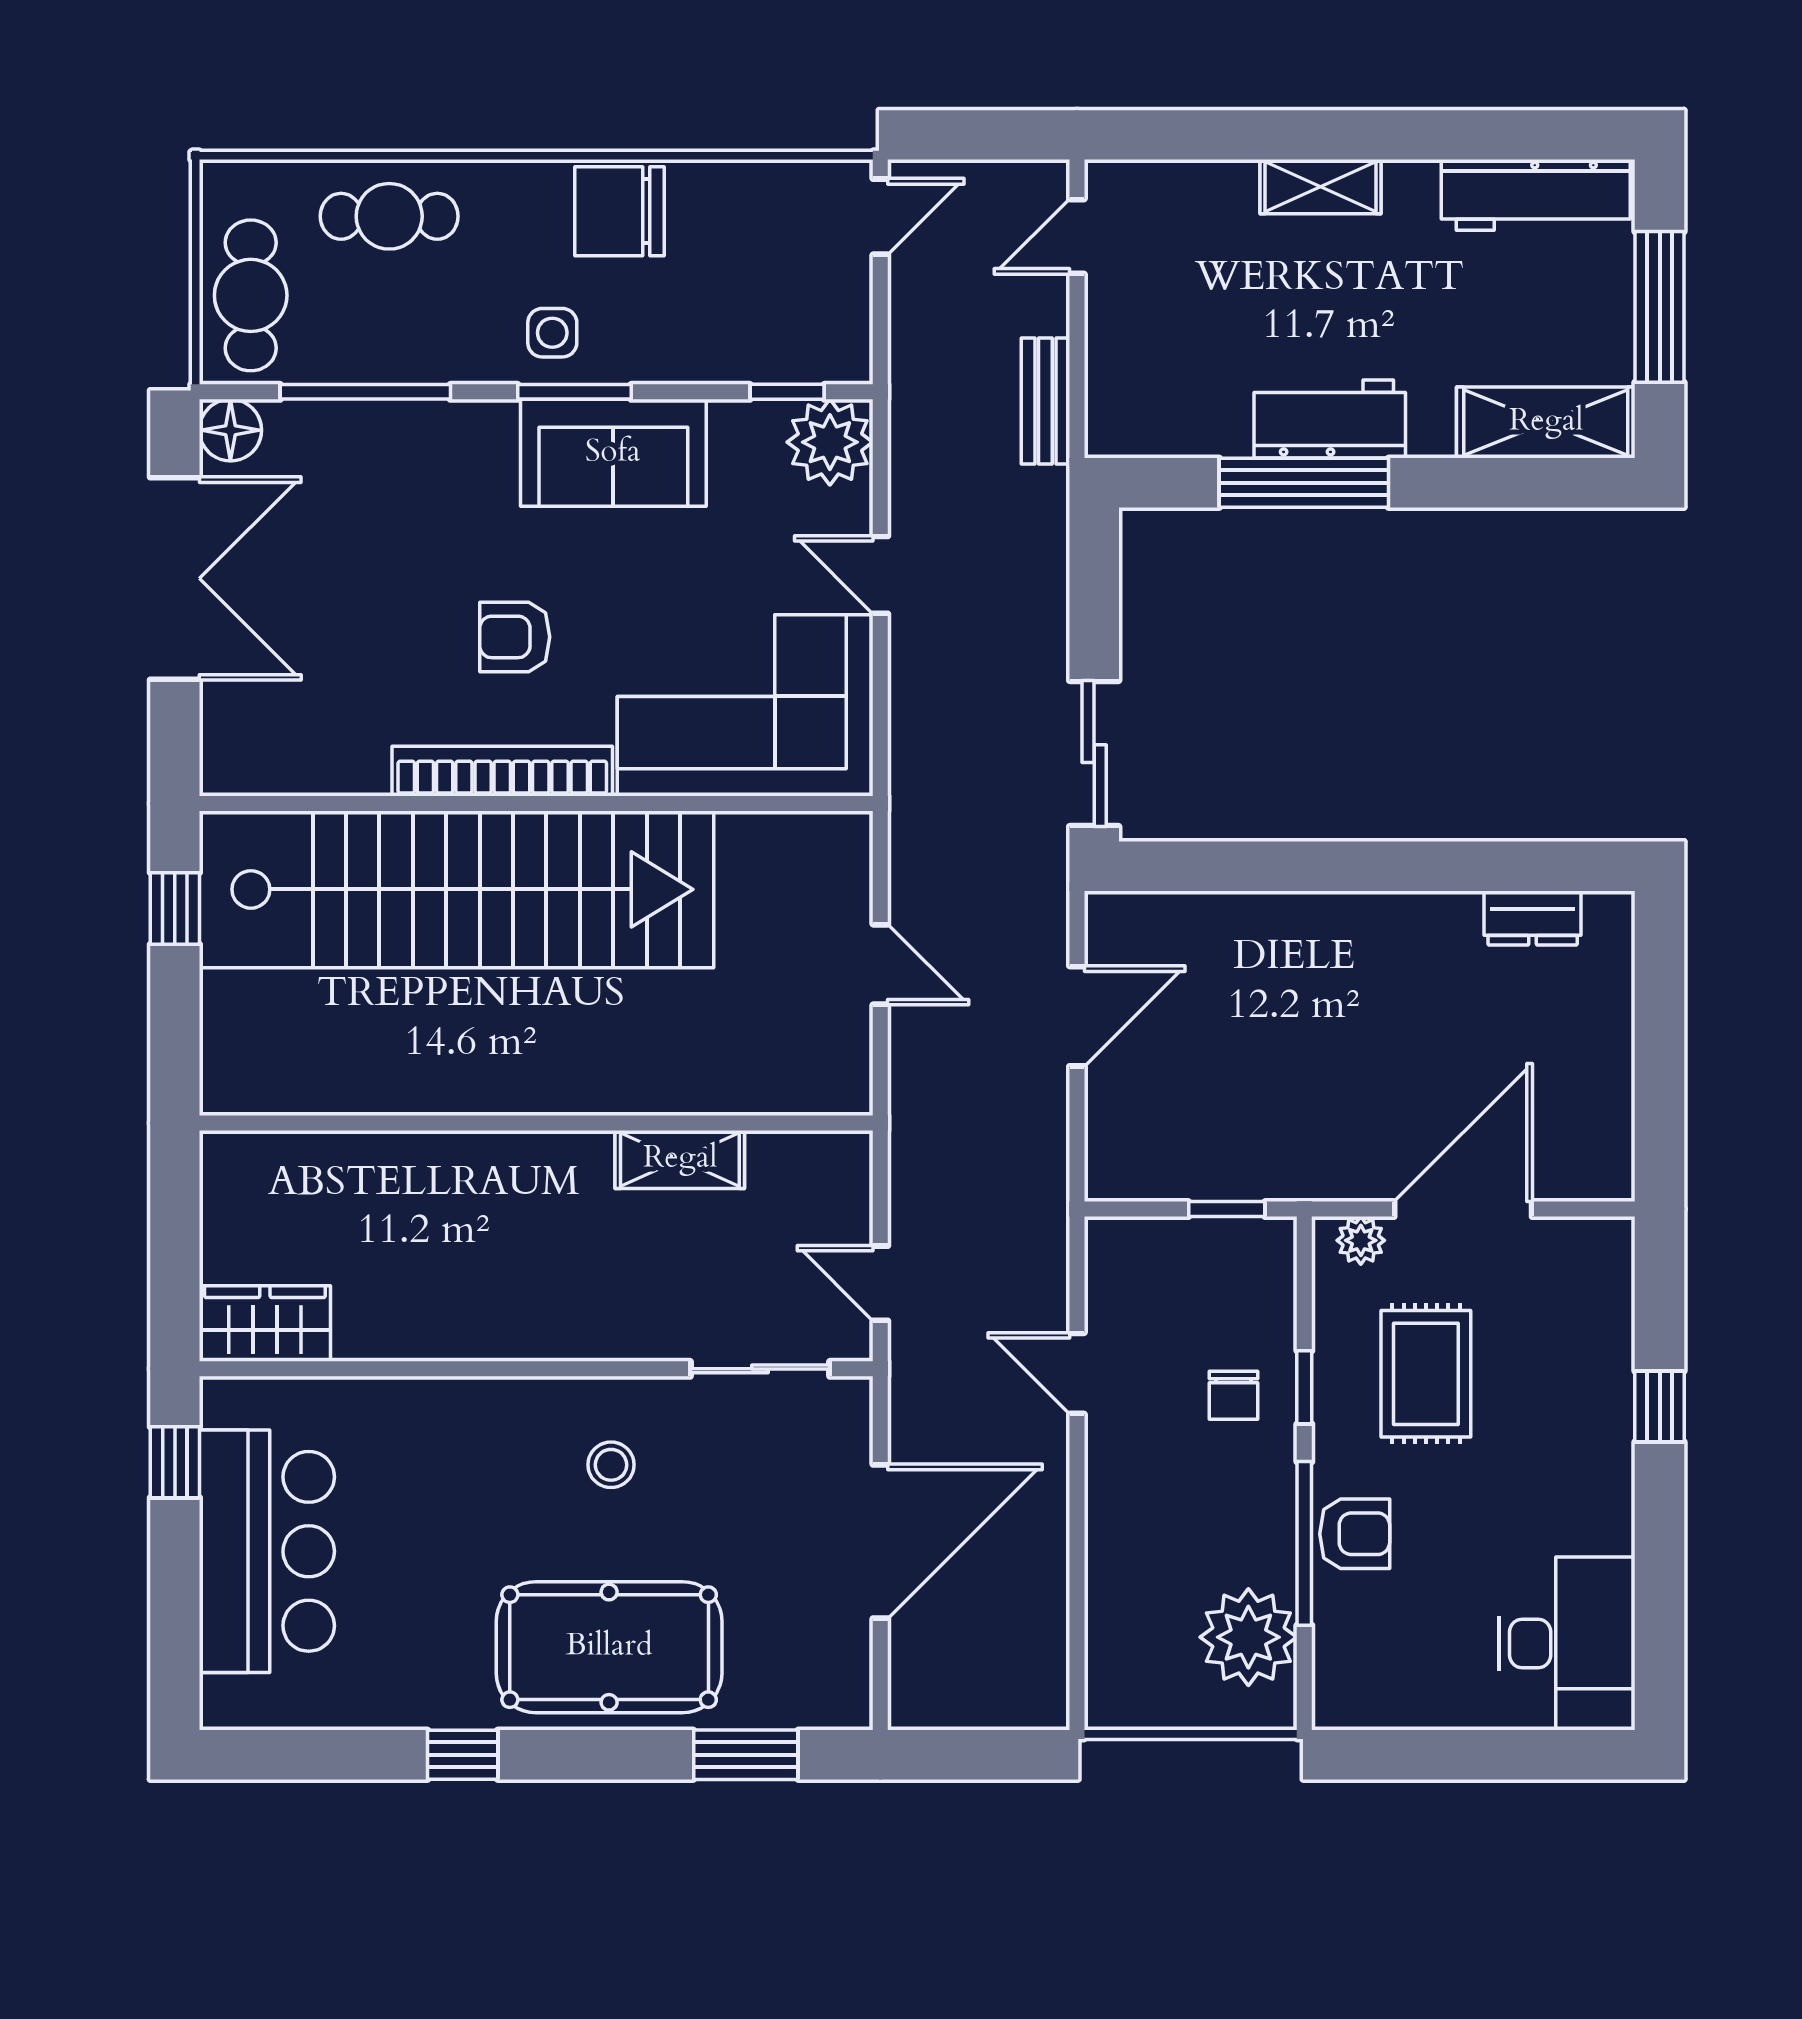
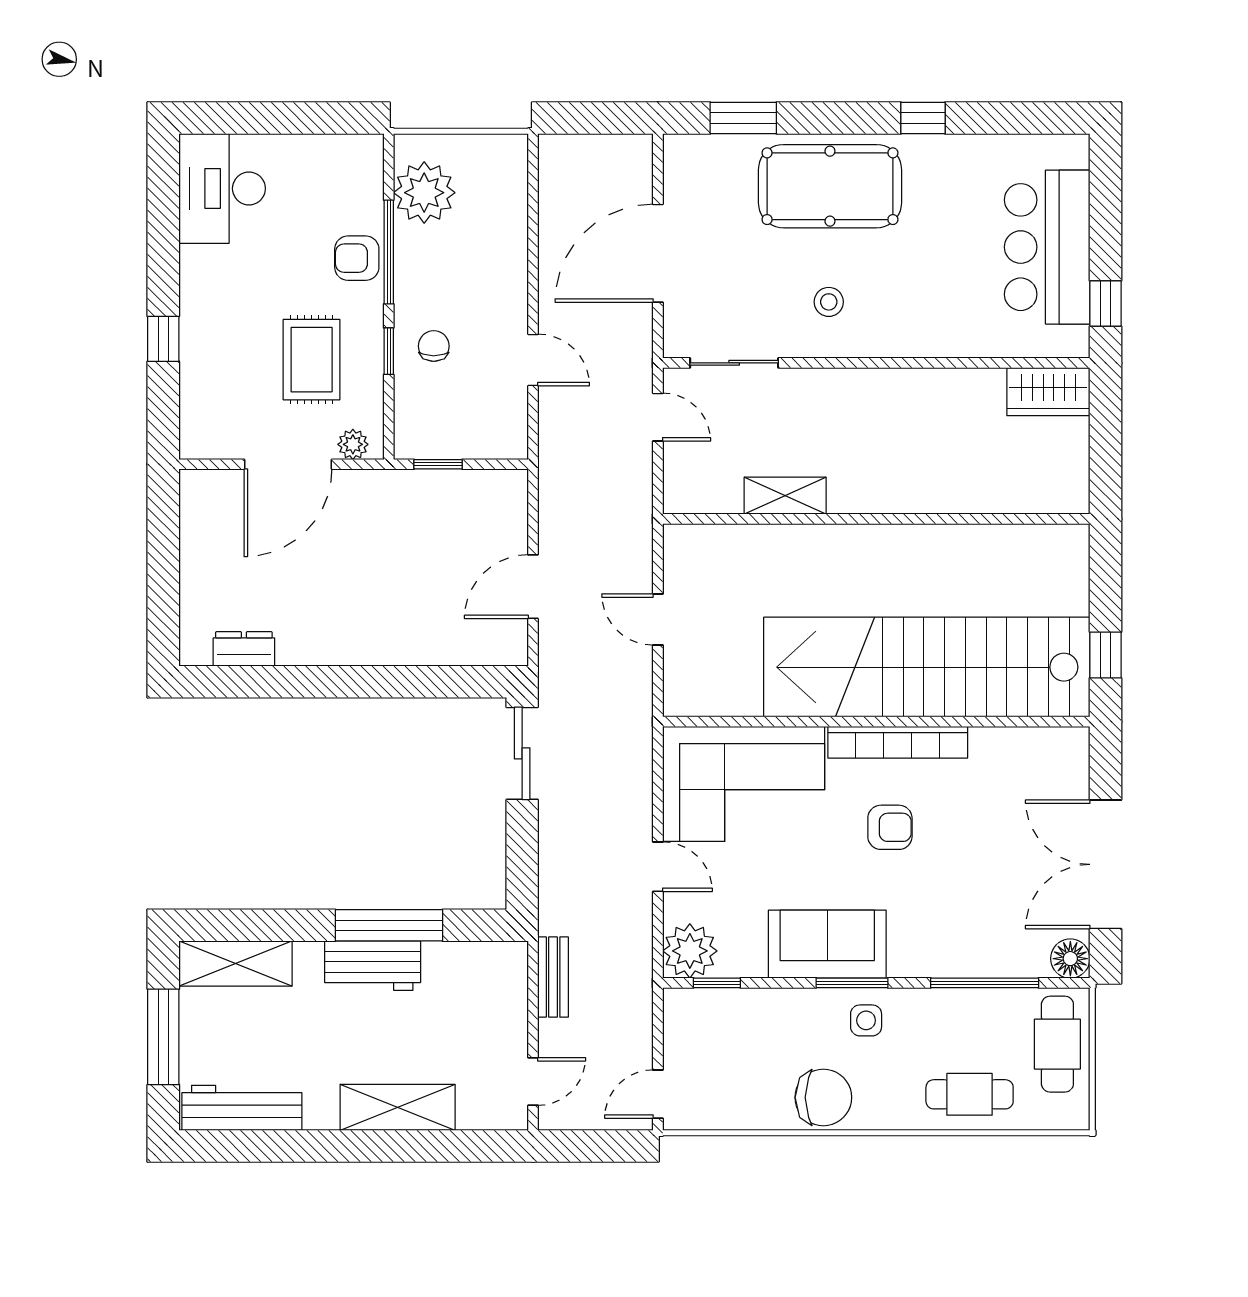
shelving: (1321, 187) -> (398, 1107), width x1.50, depth x1.33

